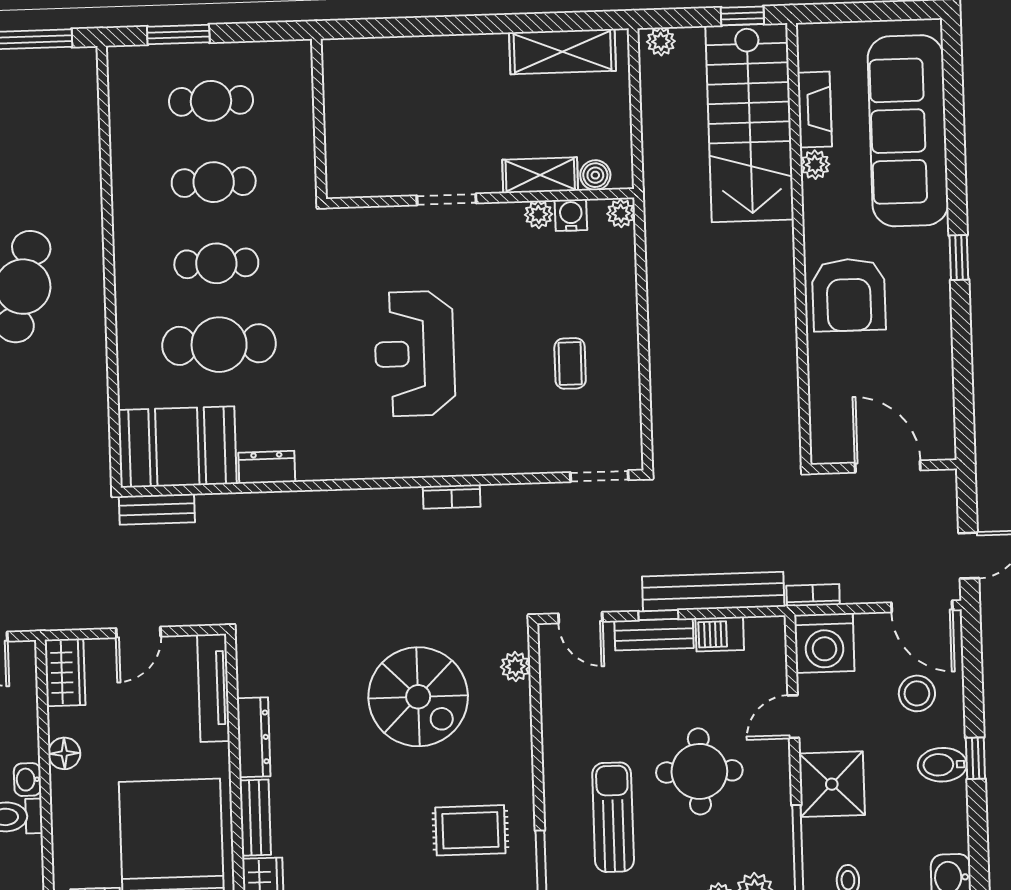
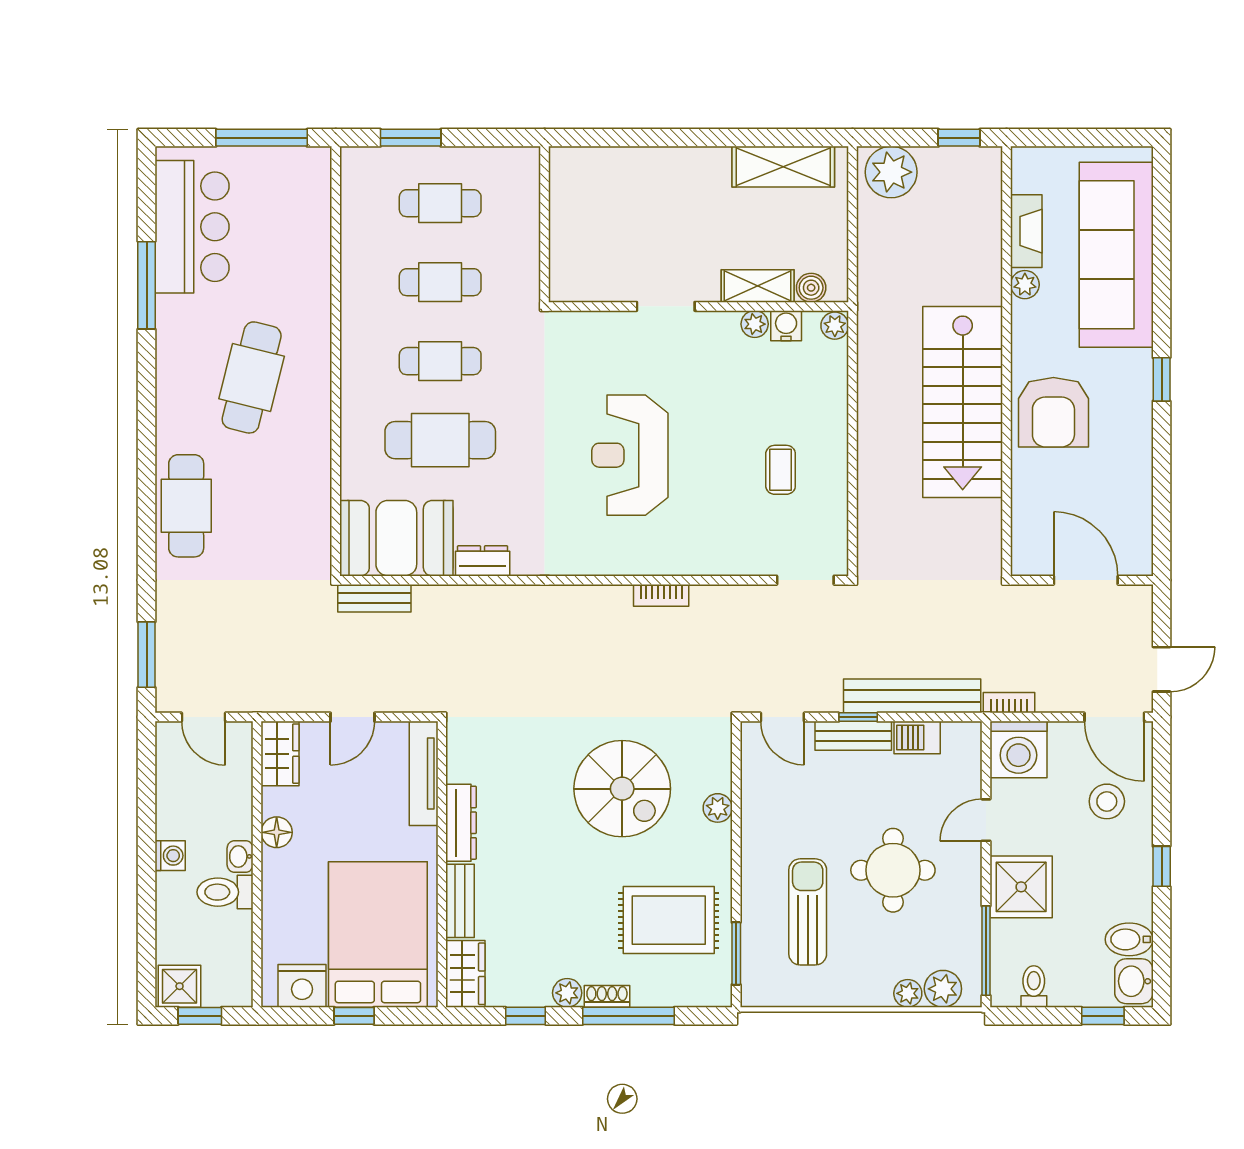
plant: (661, 41) -> (891, 172), width x1.87, depth x1.87
stairs: (750, 123) -> (963, 402), moved
plant: (515, 667) -> (718, 808), moved
bidet: (942, 765) -> (1129, 939), moved
rug: (470, 830) -> (669, 920), width x1.36, depth x1.43

